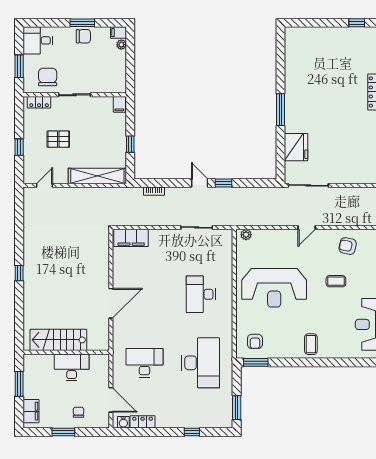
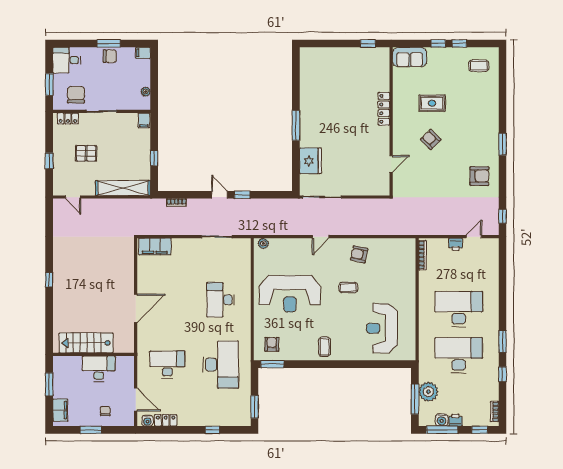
plant: (121, 45) -> (146, 92), moved
door: (45, 185) -> (73, 197), swing flipped
armchair: (255, 341) -> (272, 344), turned 180

